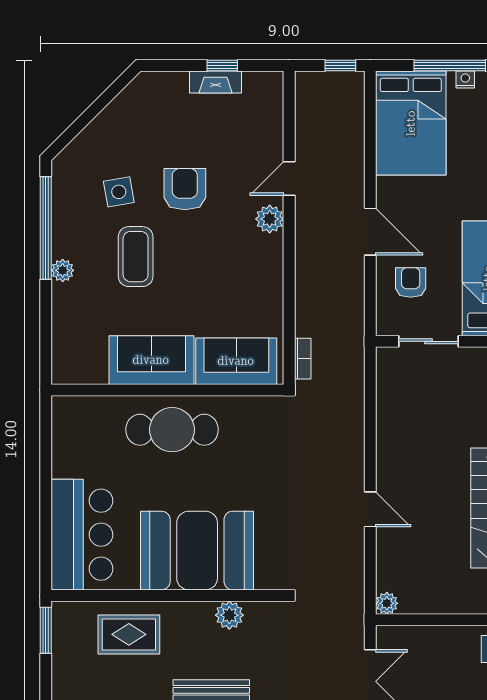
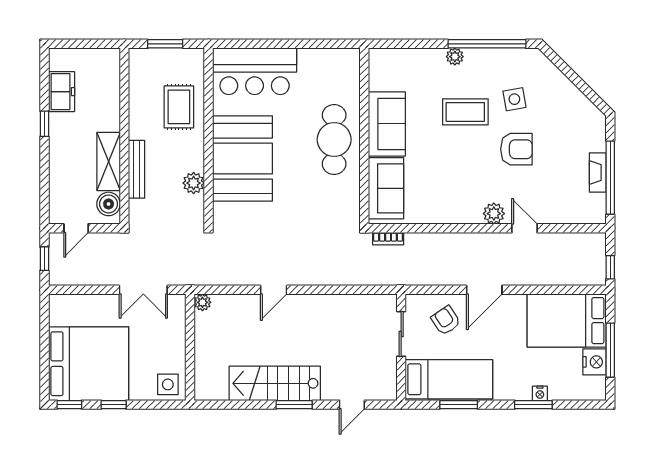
window: (222, 65) -> (610, 178), width x3.17
nightstand: (465, 79) -> (594, 362), width x1.89, depth x1.79
armchair: (411, 282) -> (446, 320), turned -124
window: (46, 630) -> (165, 44), moved

